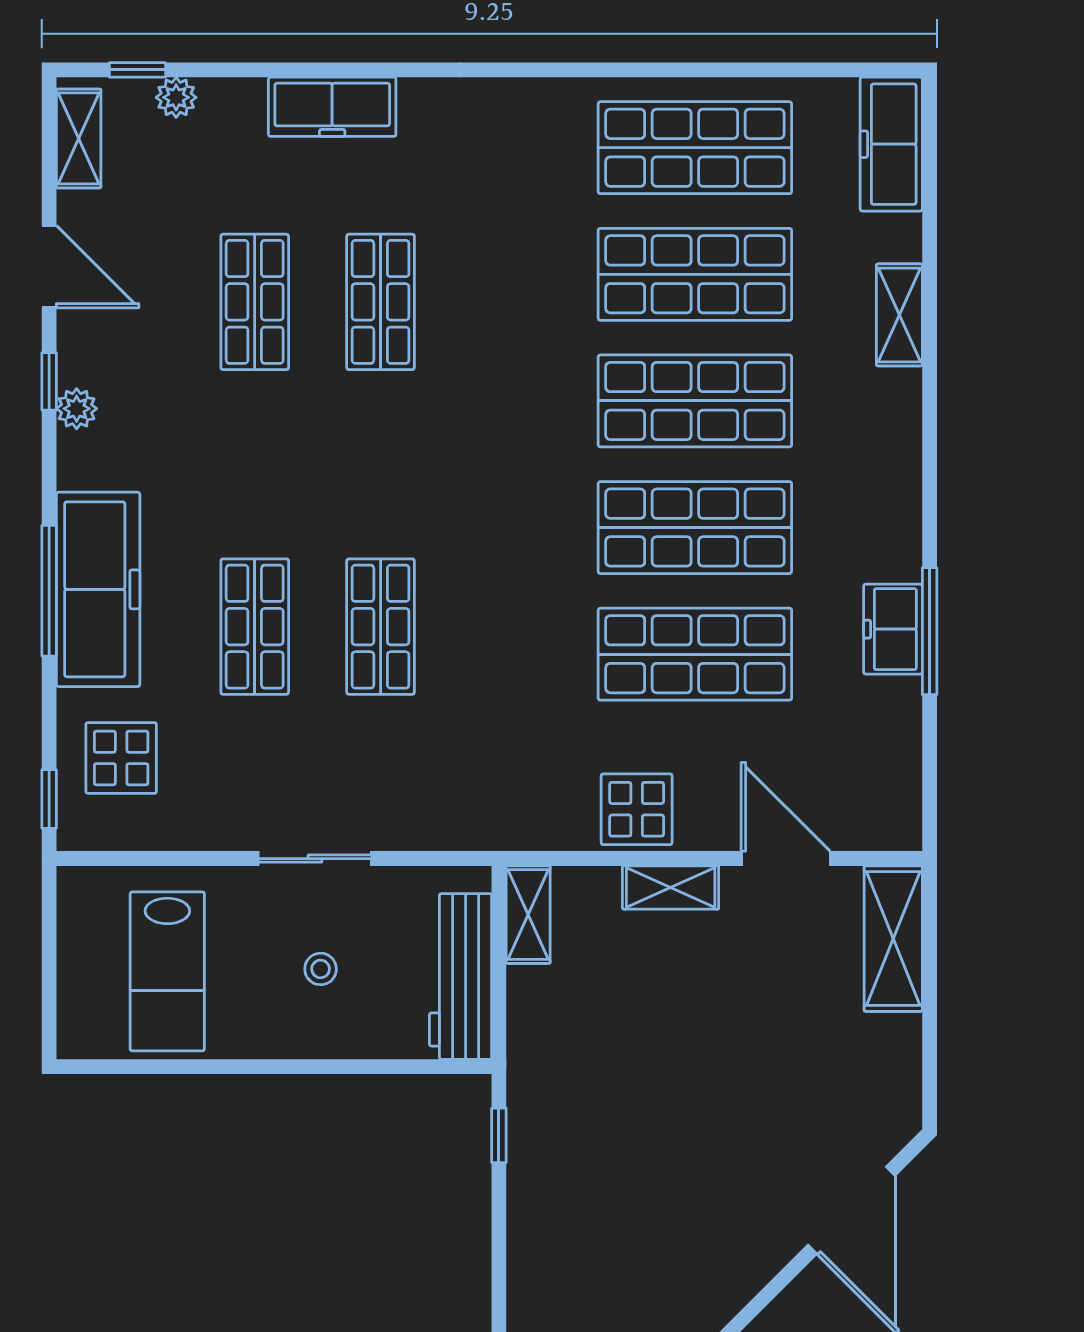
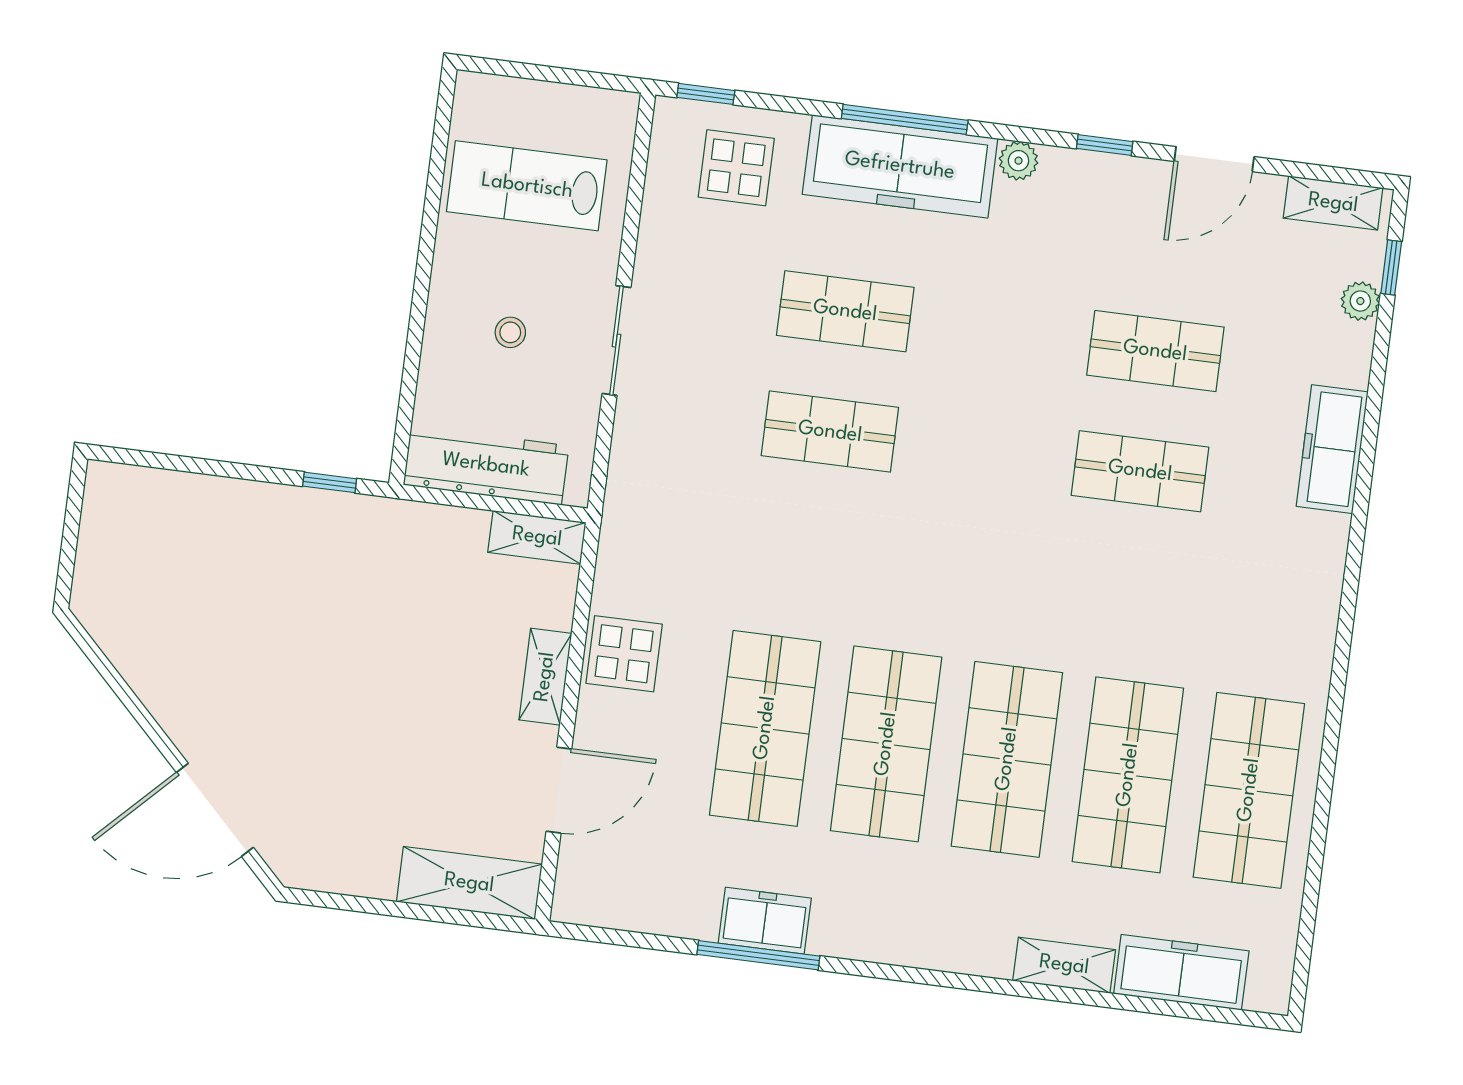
freezer: (891, 144) -> (1181, 972), moved
plant: (77, 409) -> (1019, 161), moved

